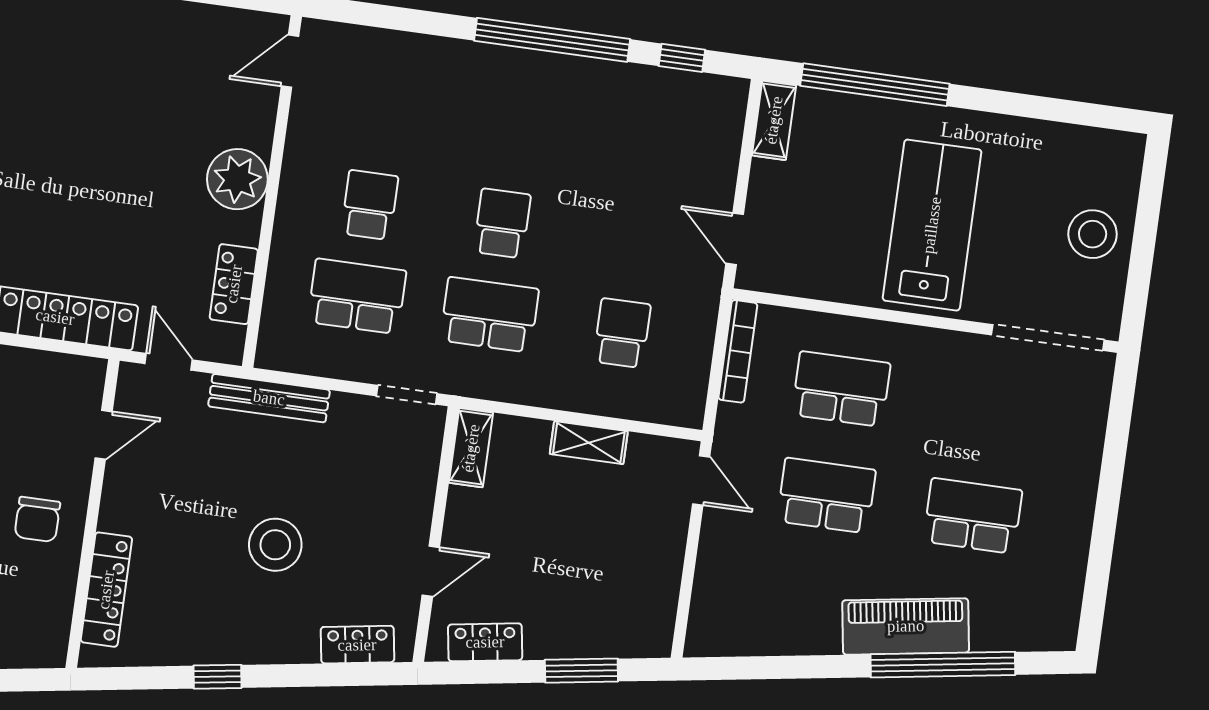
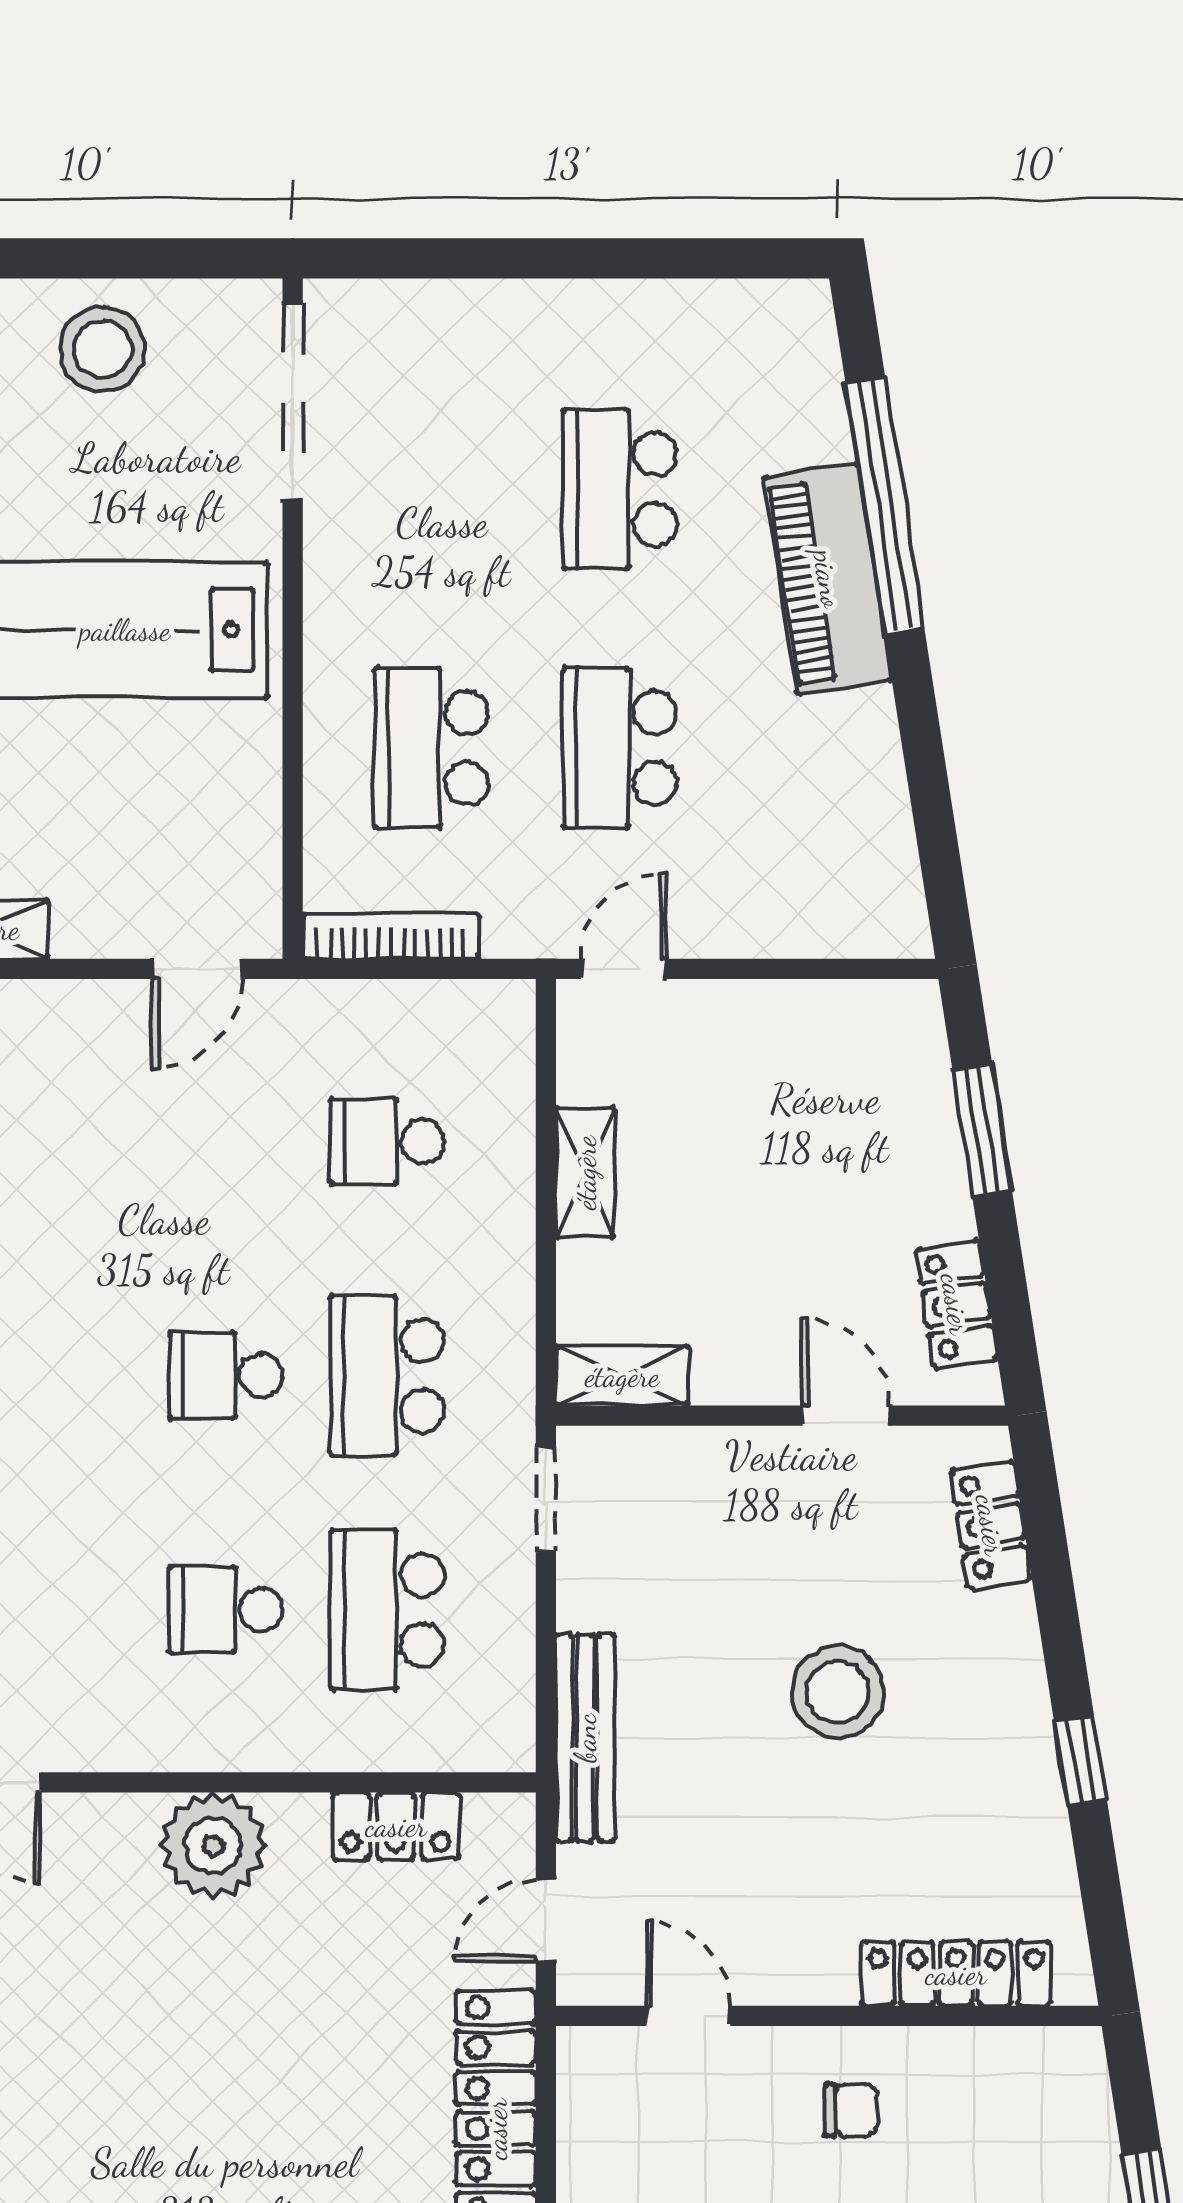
chair: (37, 519) -> (851, 2110), width x0.73, depth x0.73

